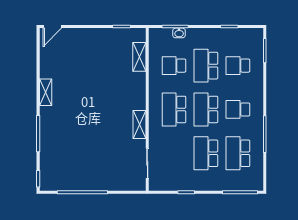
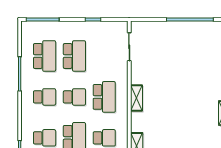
school desk: (206, 109) -> (74, 97), width x0.54
shelving: (140, 125) -> (136, 98), moved

